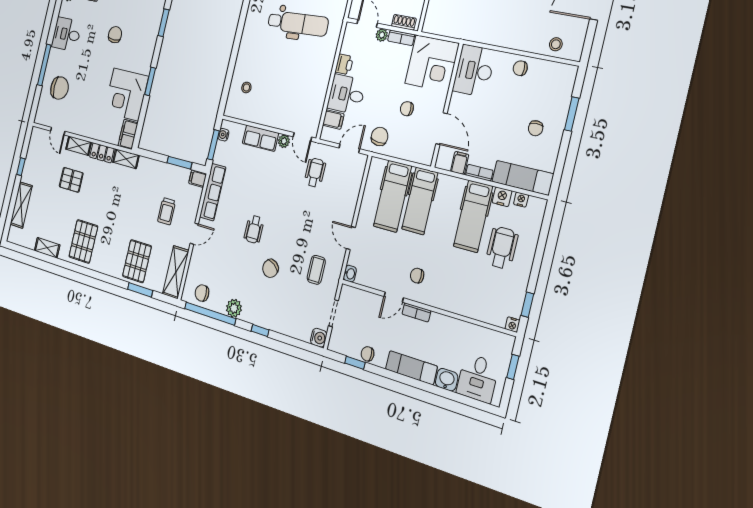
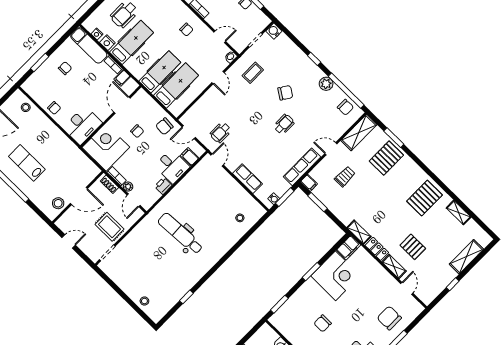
plant: (284, 141) -> (232, 166), removed
door: (394, 297) -> (220, 37), moved

